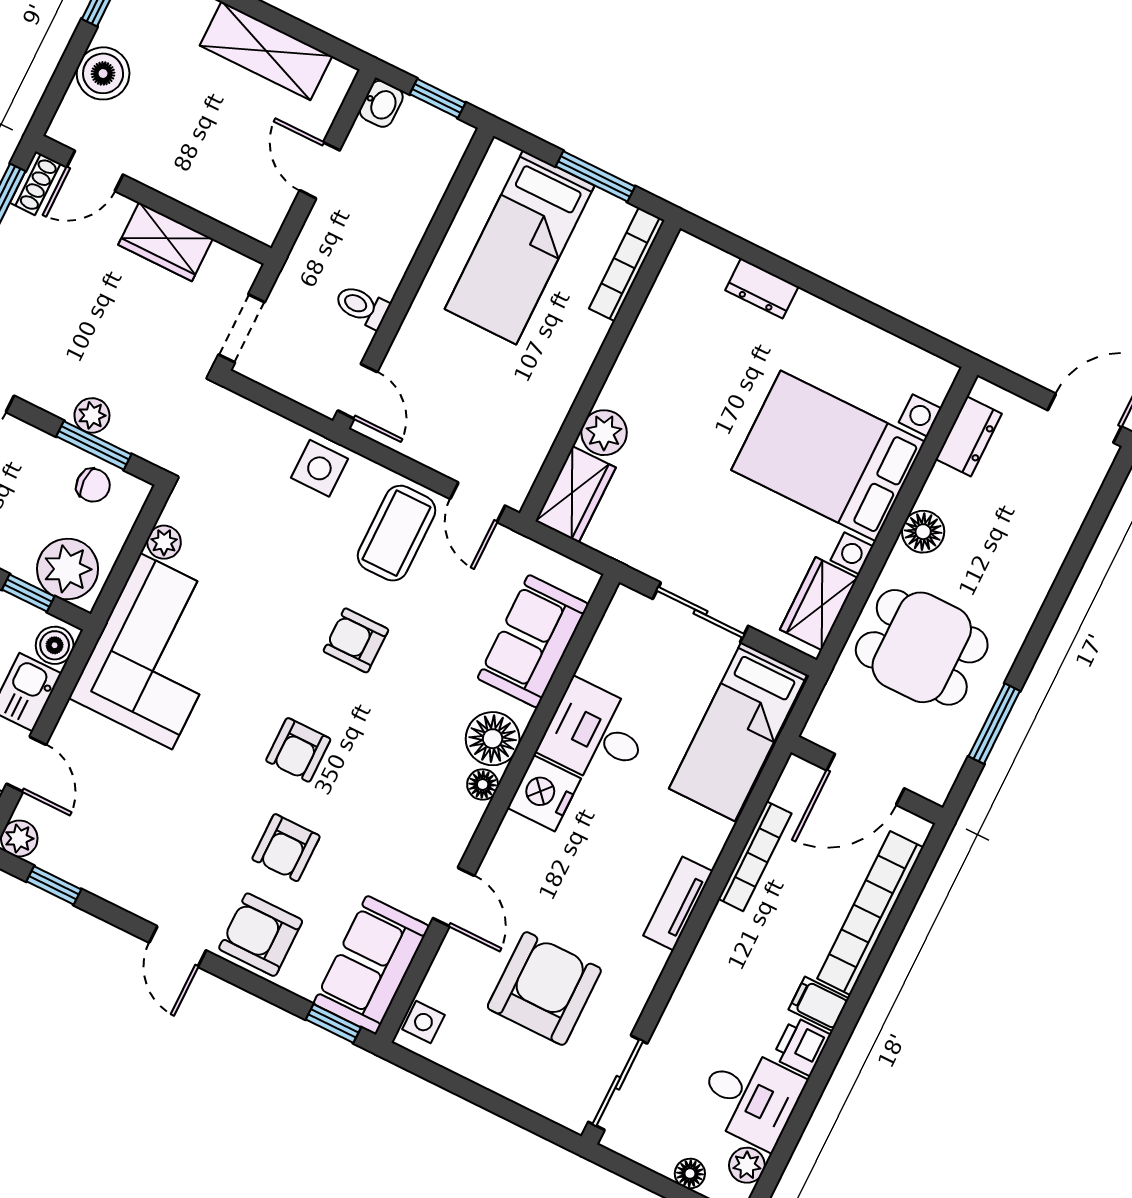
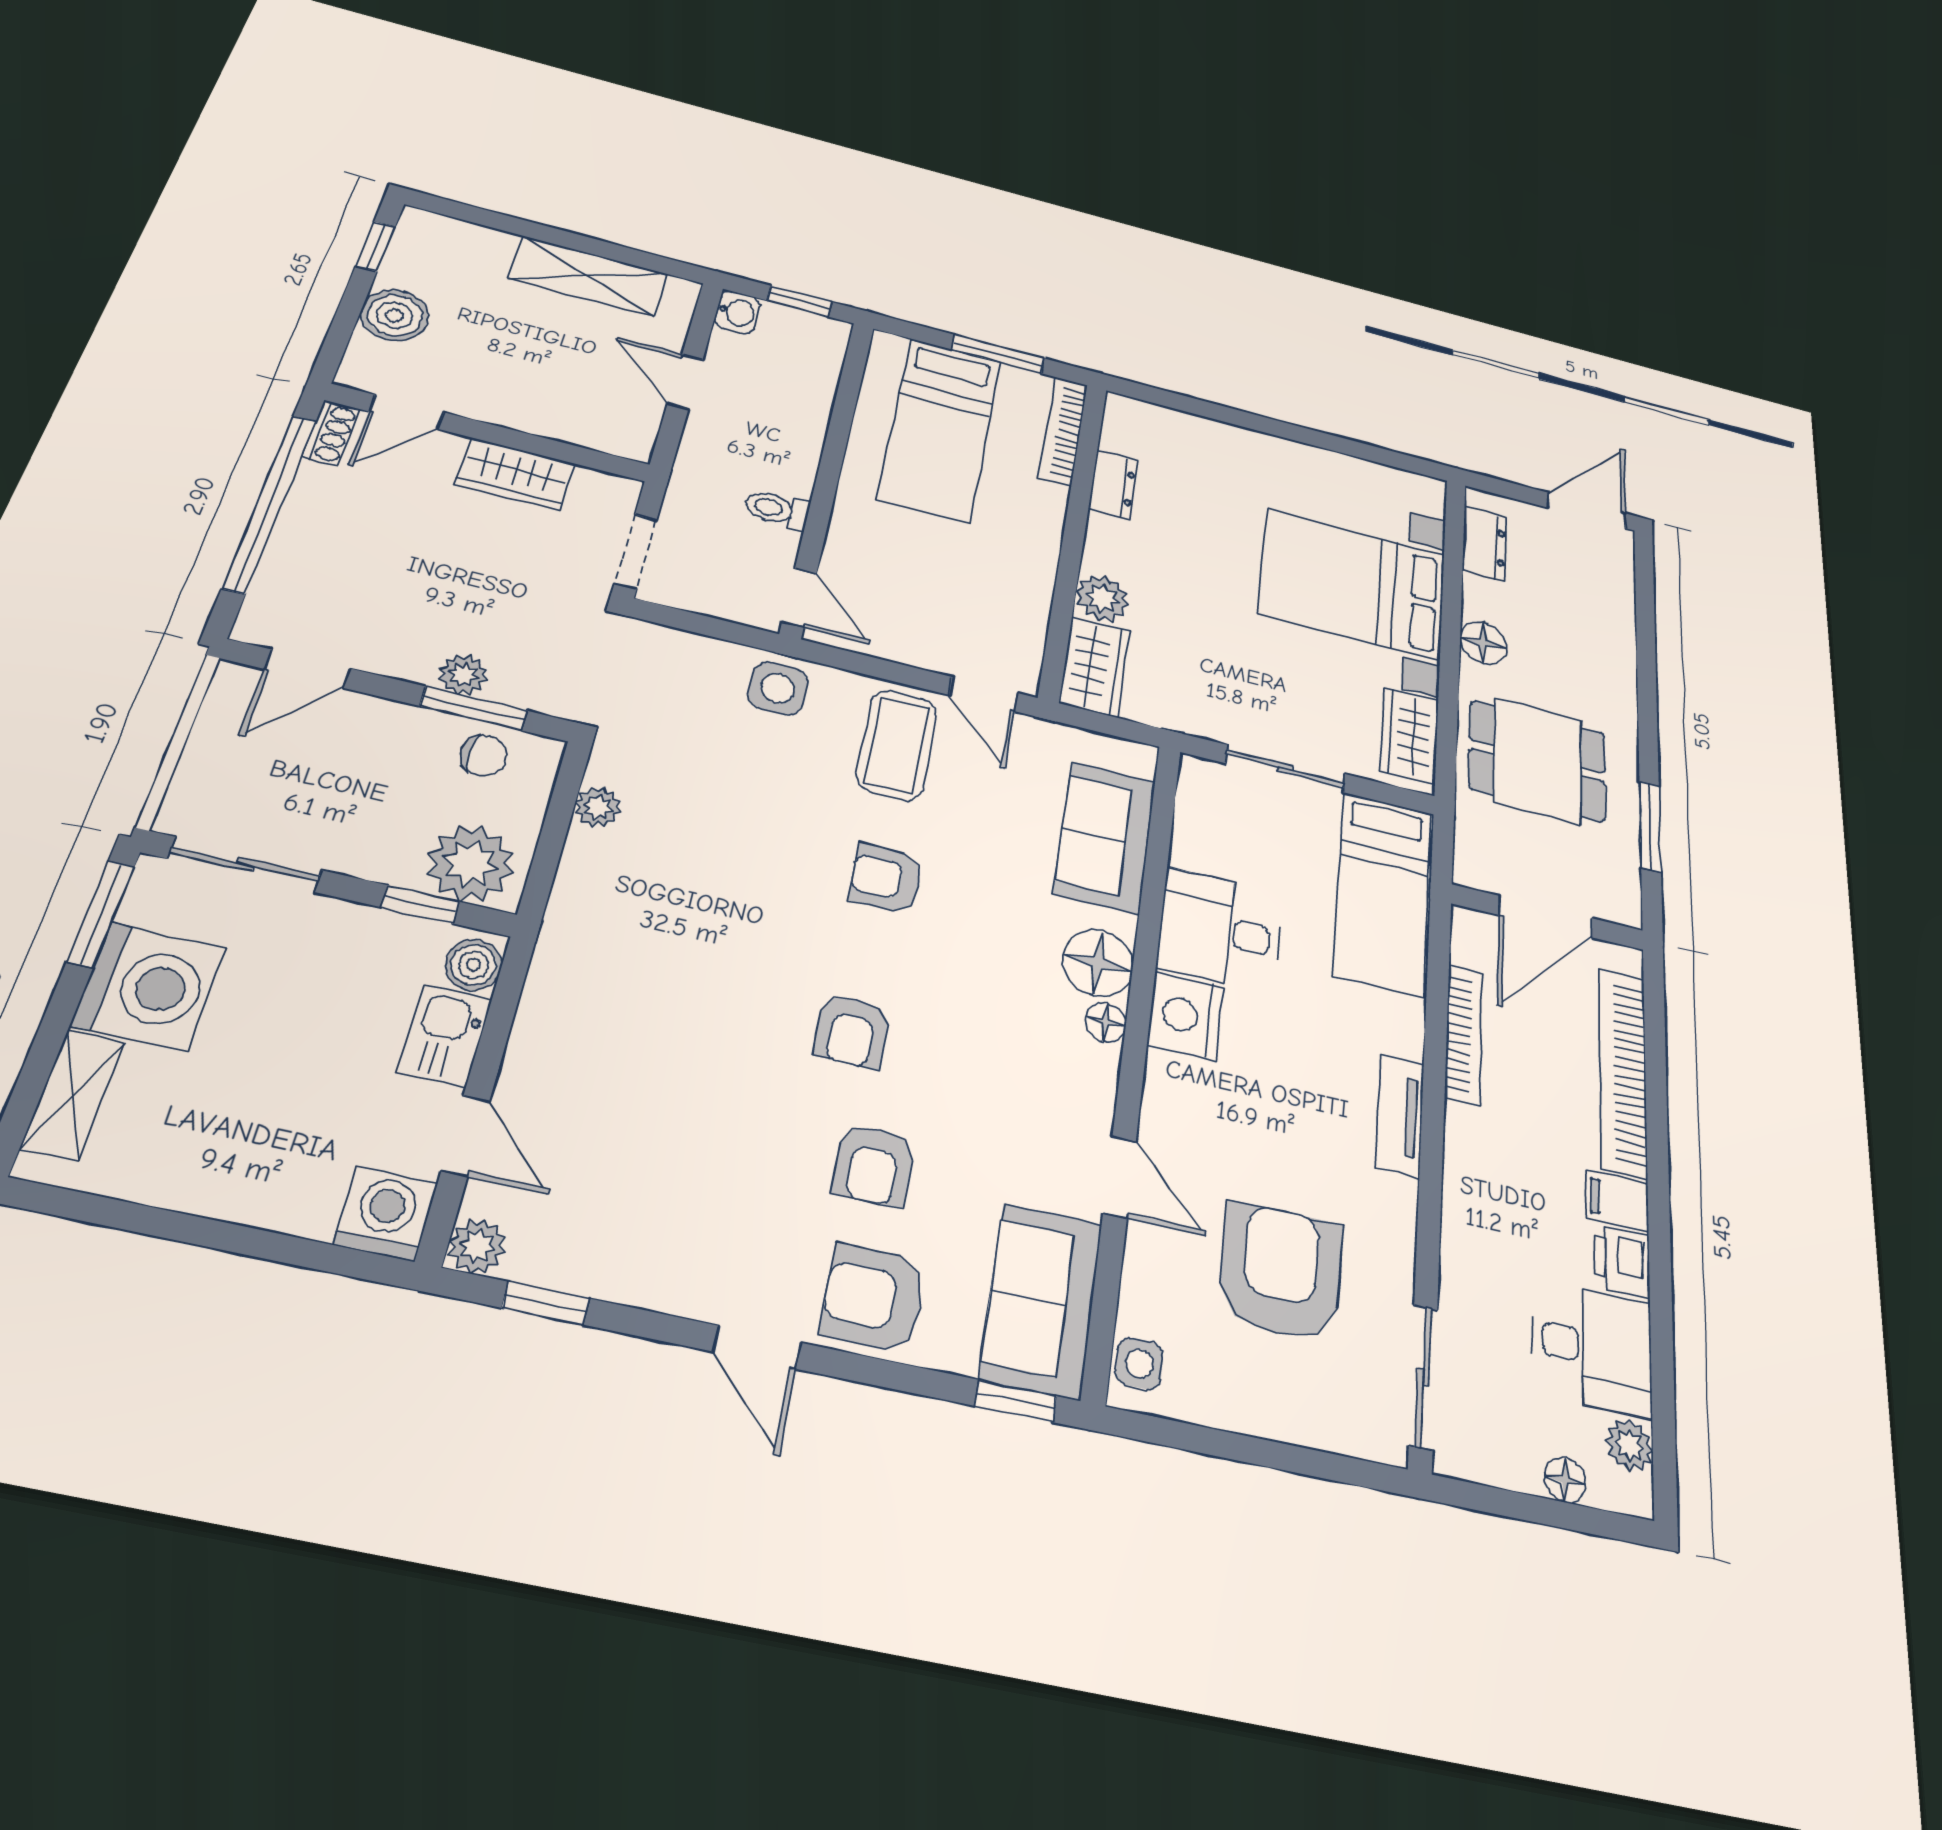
dresser: (762, 288) -> (1113, 485), moved, turned -90
corner sofa: (156, 651) -> (621, 944), removed

